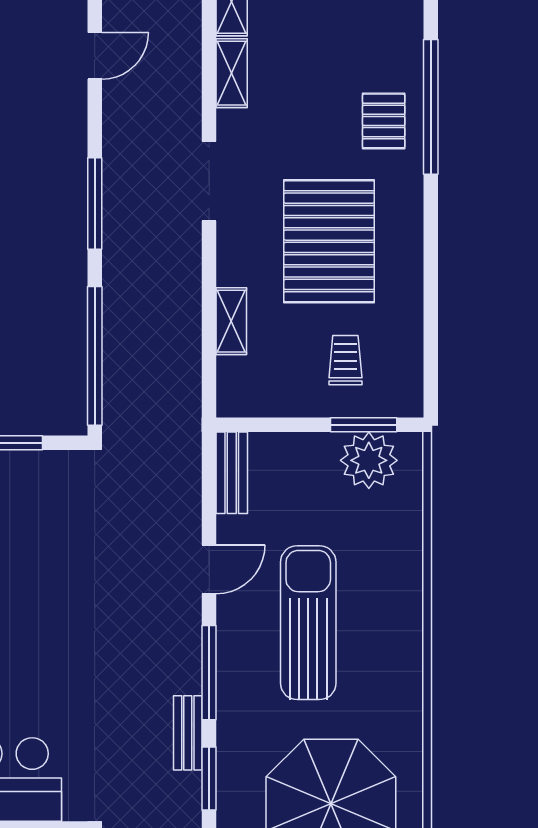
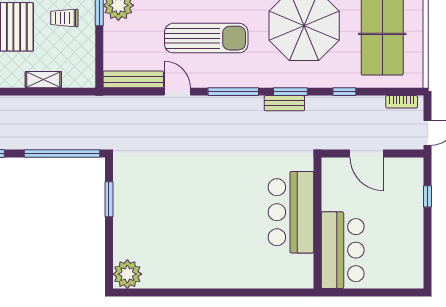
bench: (232, 473) -> (133, 79), width x1.36
sun lounger: (308, 623) -> (206, 38), turned 180
bench: (188, 733) -> (284, 103), moved

